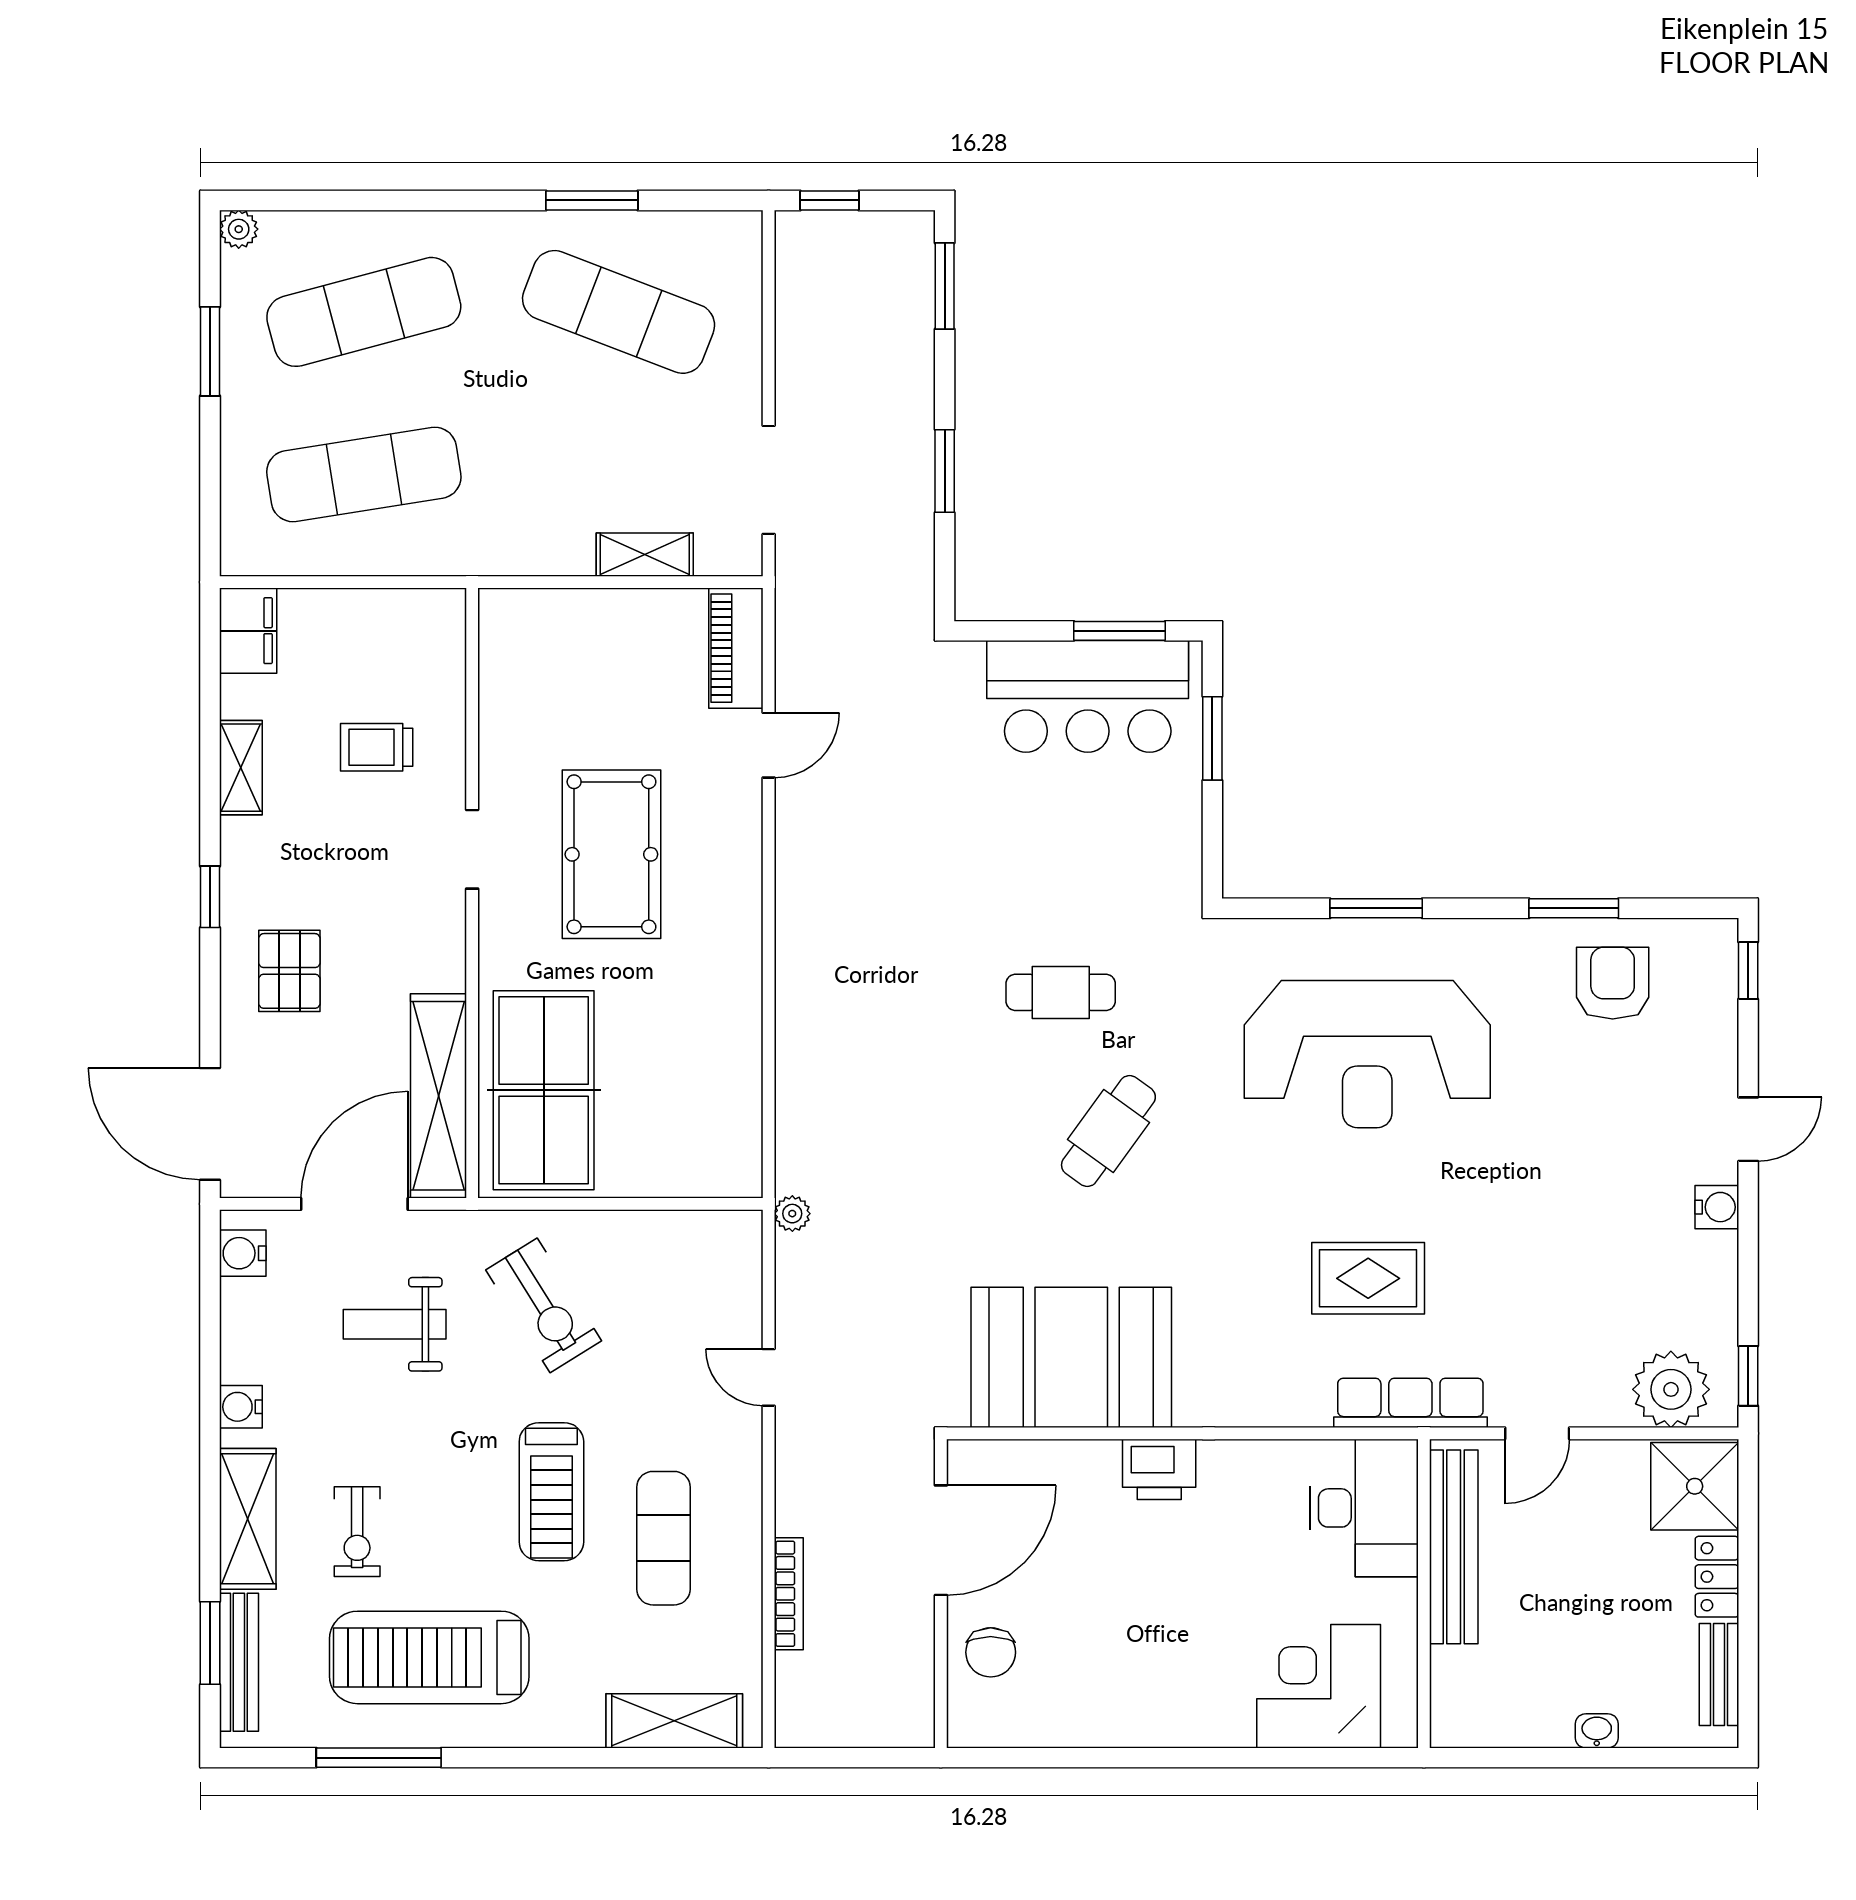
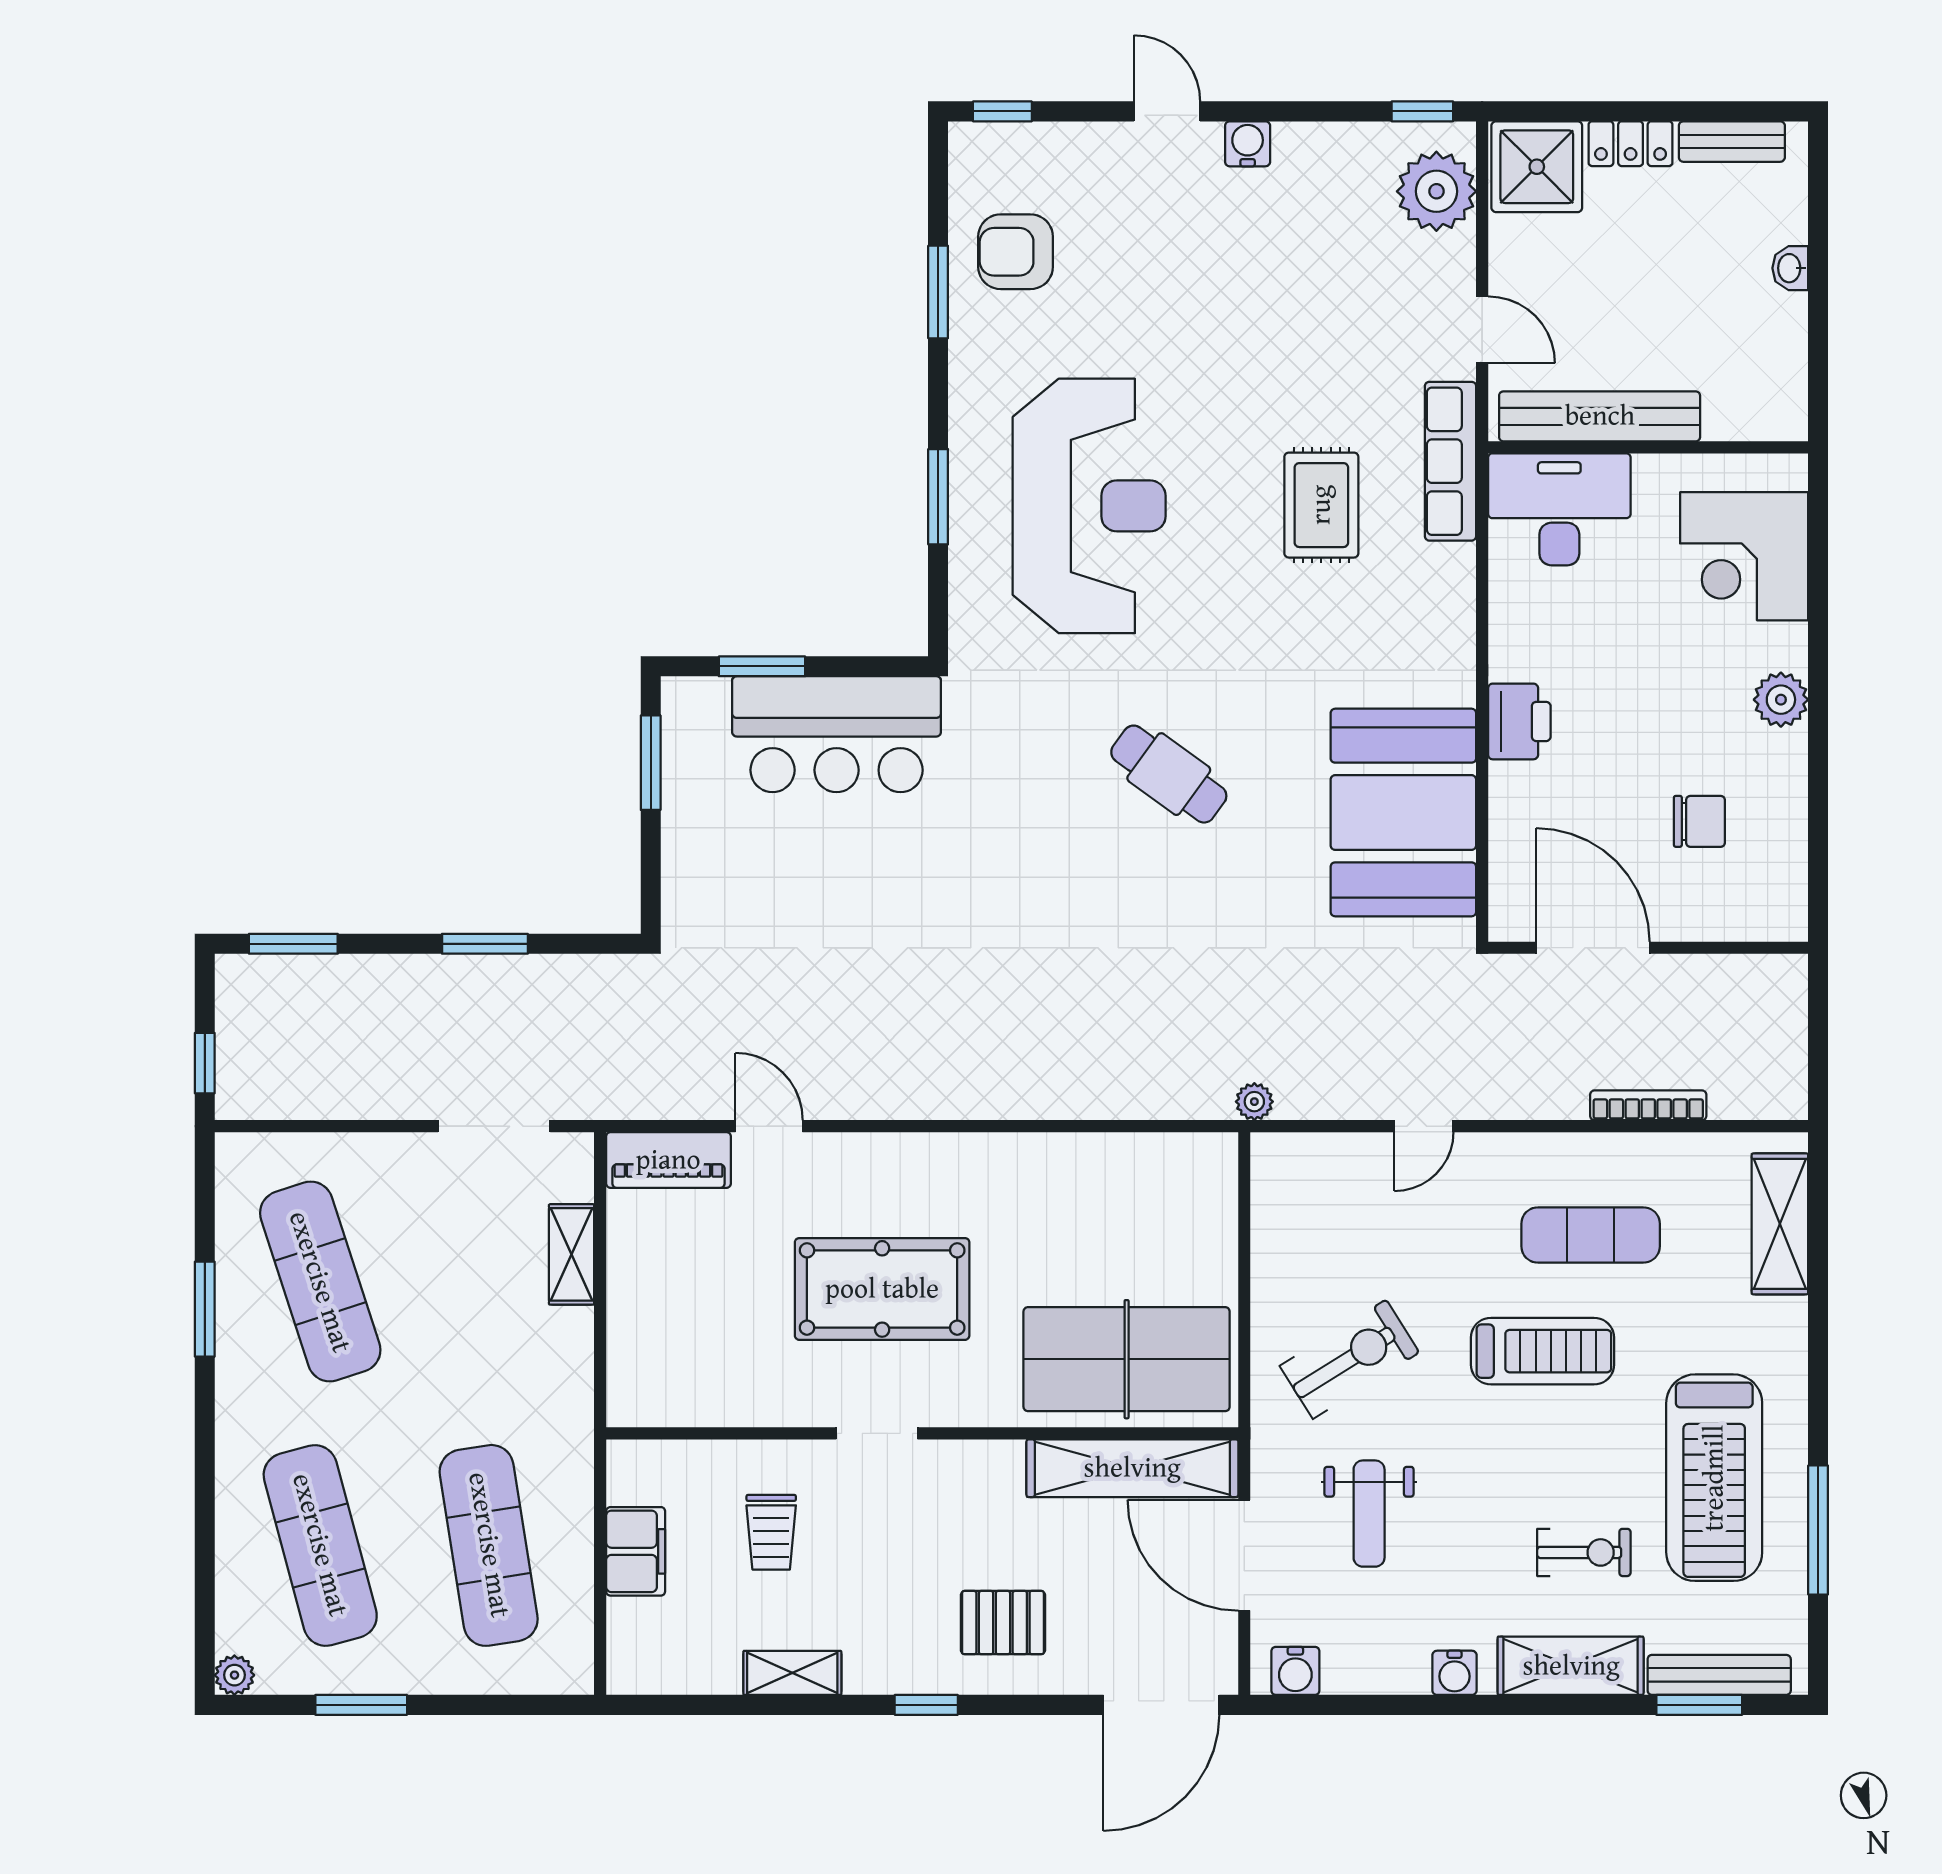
exercise mat: (619, 312) -> (320, 1282), turned -39
filing cabinet: (248, 631) -> (636, 1551), moved, turned 90
bar counter: (1088, 696) -> (837, 734), moved, turned 90
cafe table: (1061, 992) -> (1025, 824), removed
chair: (991, 1652) -> (1699, 821), moved
plant: (1180, 1722) -> (1781, 700), added

